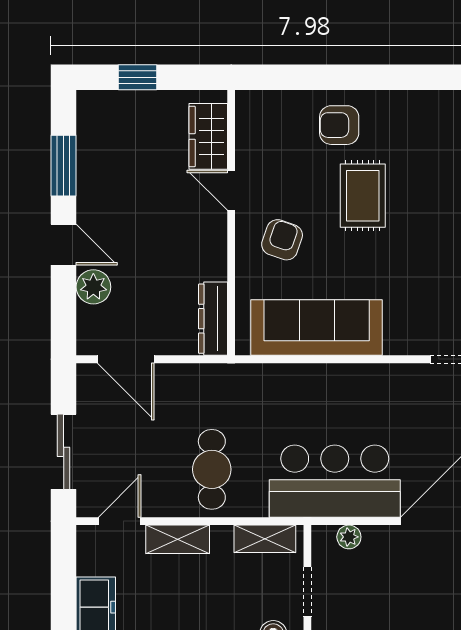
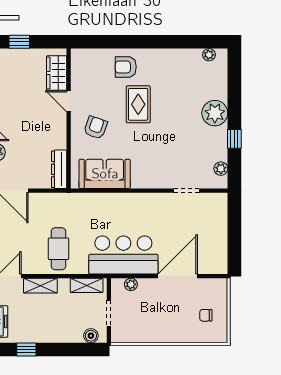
sofa: (317, 328) -> (105, 174), width x0.73

